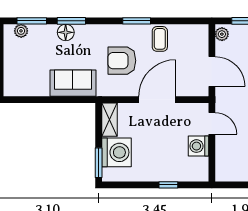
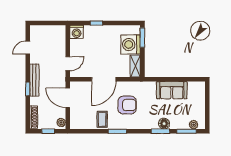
sofa: (73, 83) -> (172, 90), moved
door: (212, 123) -> (68, 64), swing flipped
washing machine: (199, 146) -> (77, 32), moved, turned 90

